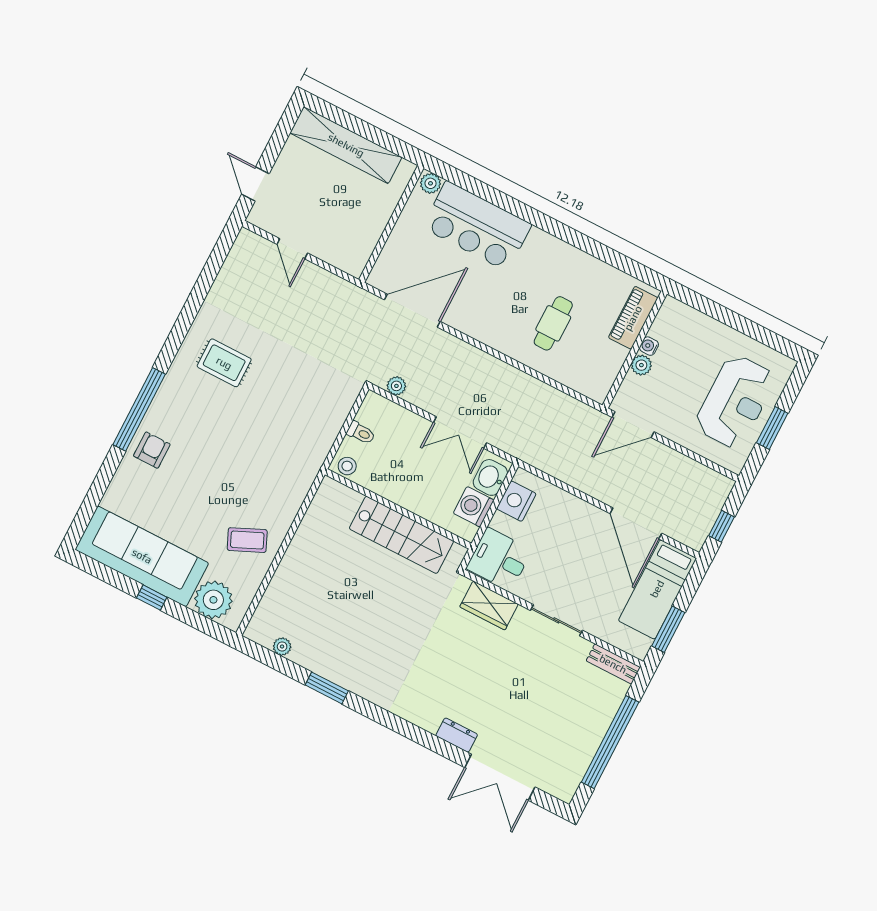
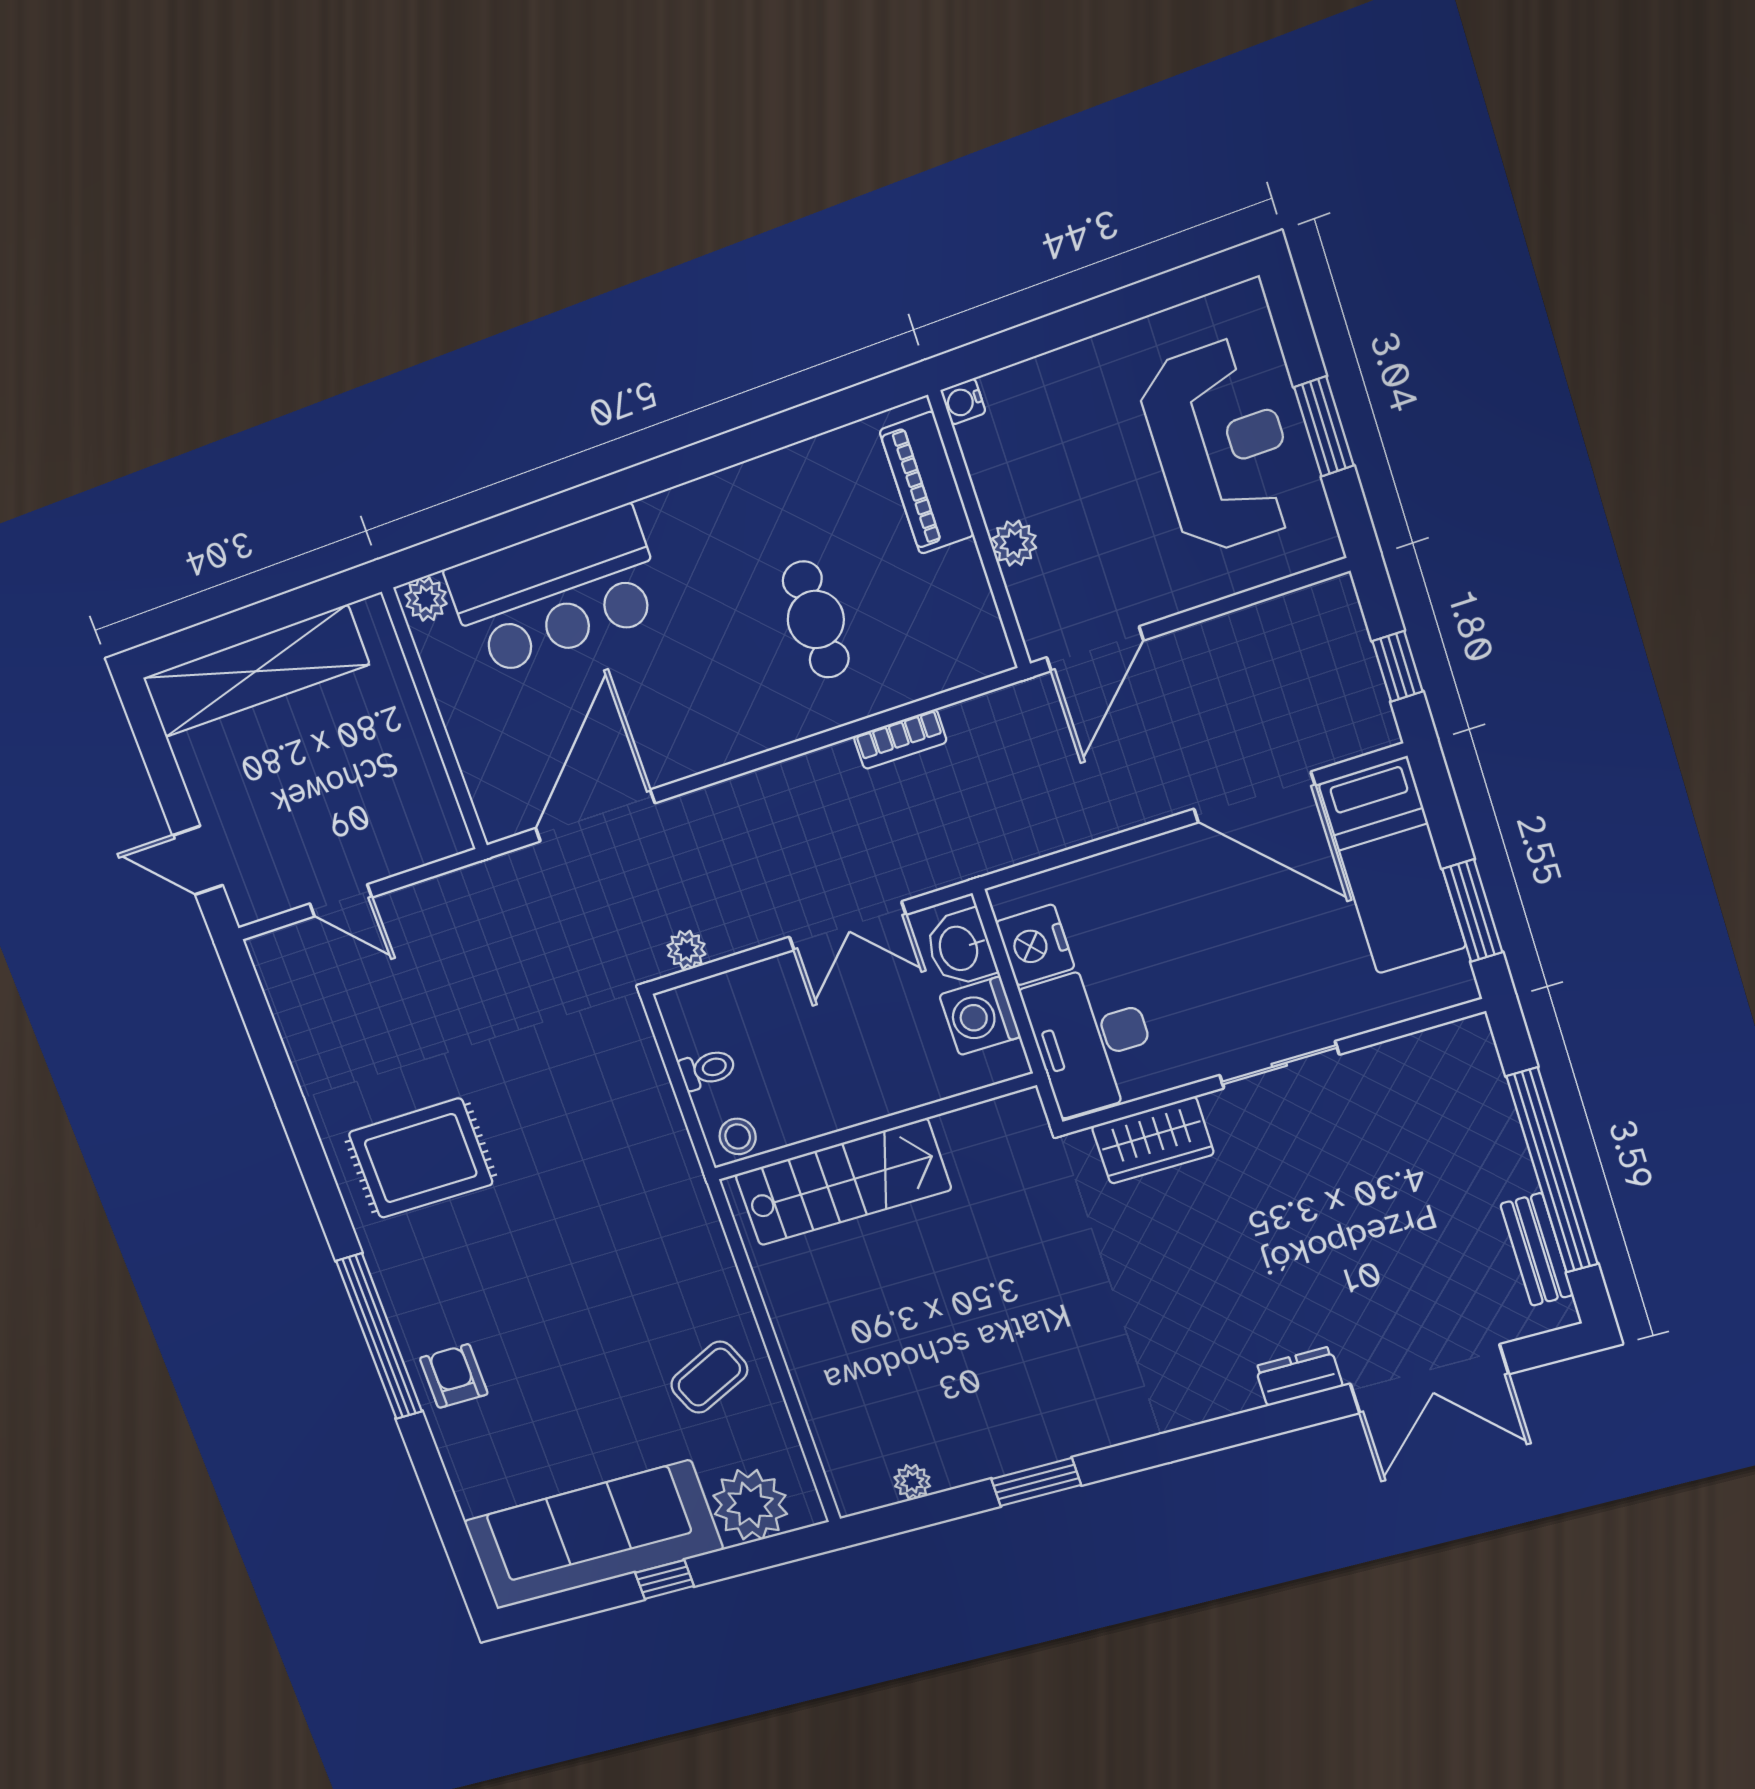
water cooler: (649, 346) -> (963, 401), moved
rug: (224, 363) -> (421, 1158), width x1.36, depth x1.43
bookcase: (541, 389) -> (900, 739), added
stairs: (401, 535) -> (843, 1182), moved
desk: (499, 559) -> (1092, 1039), width x1.37
bench: (613, 664) -> (1537, 1249), moved, turned 90

